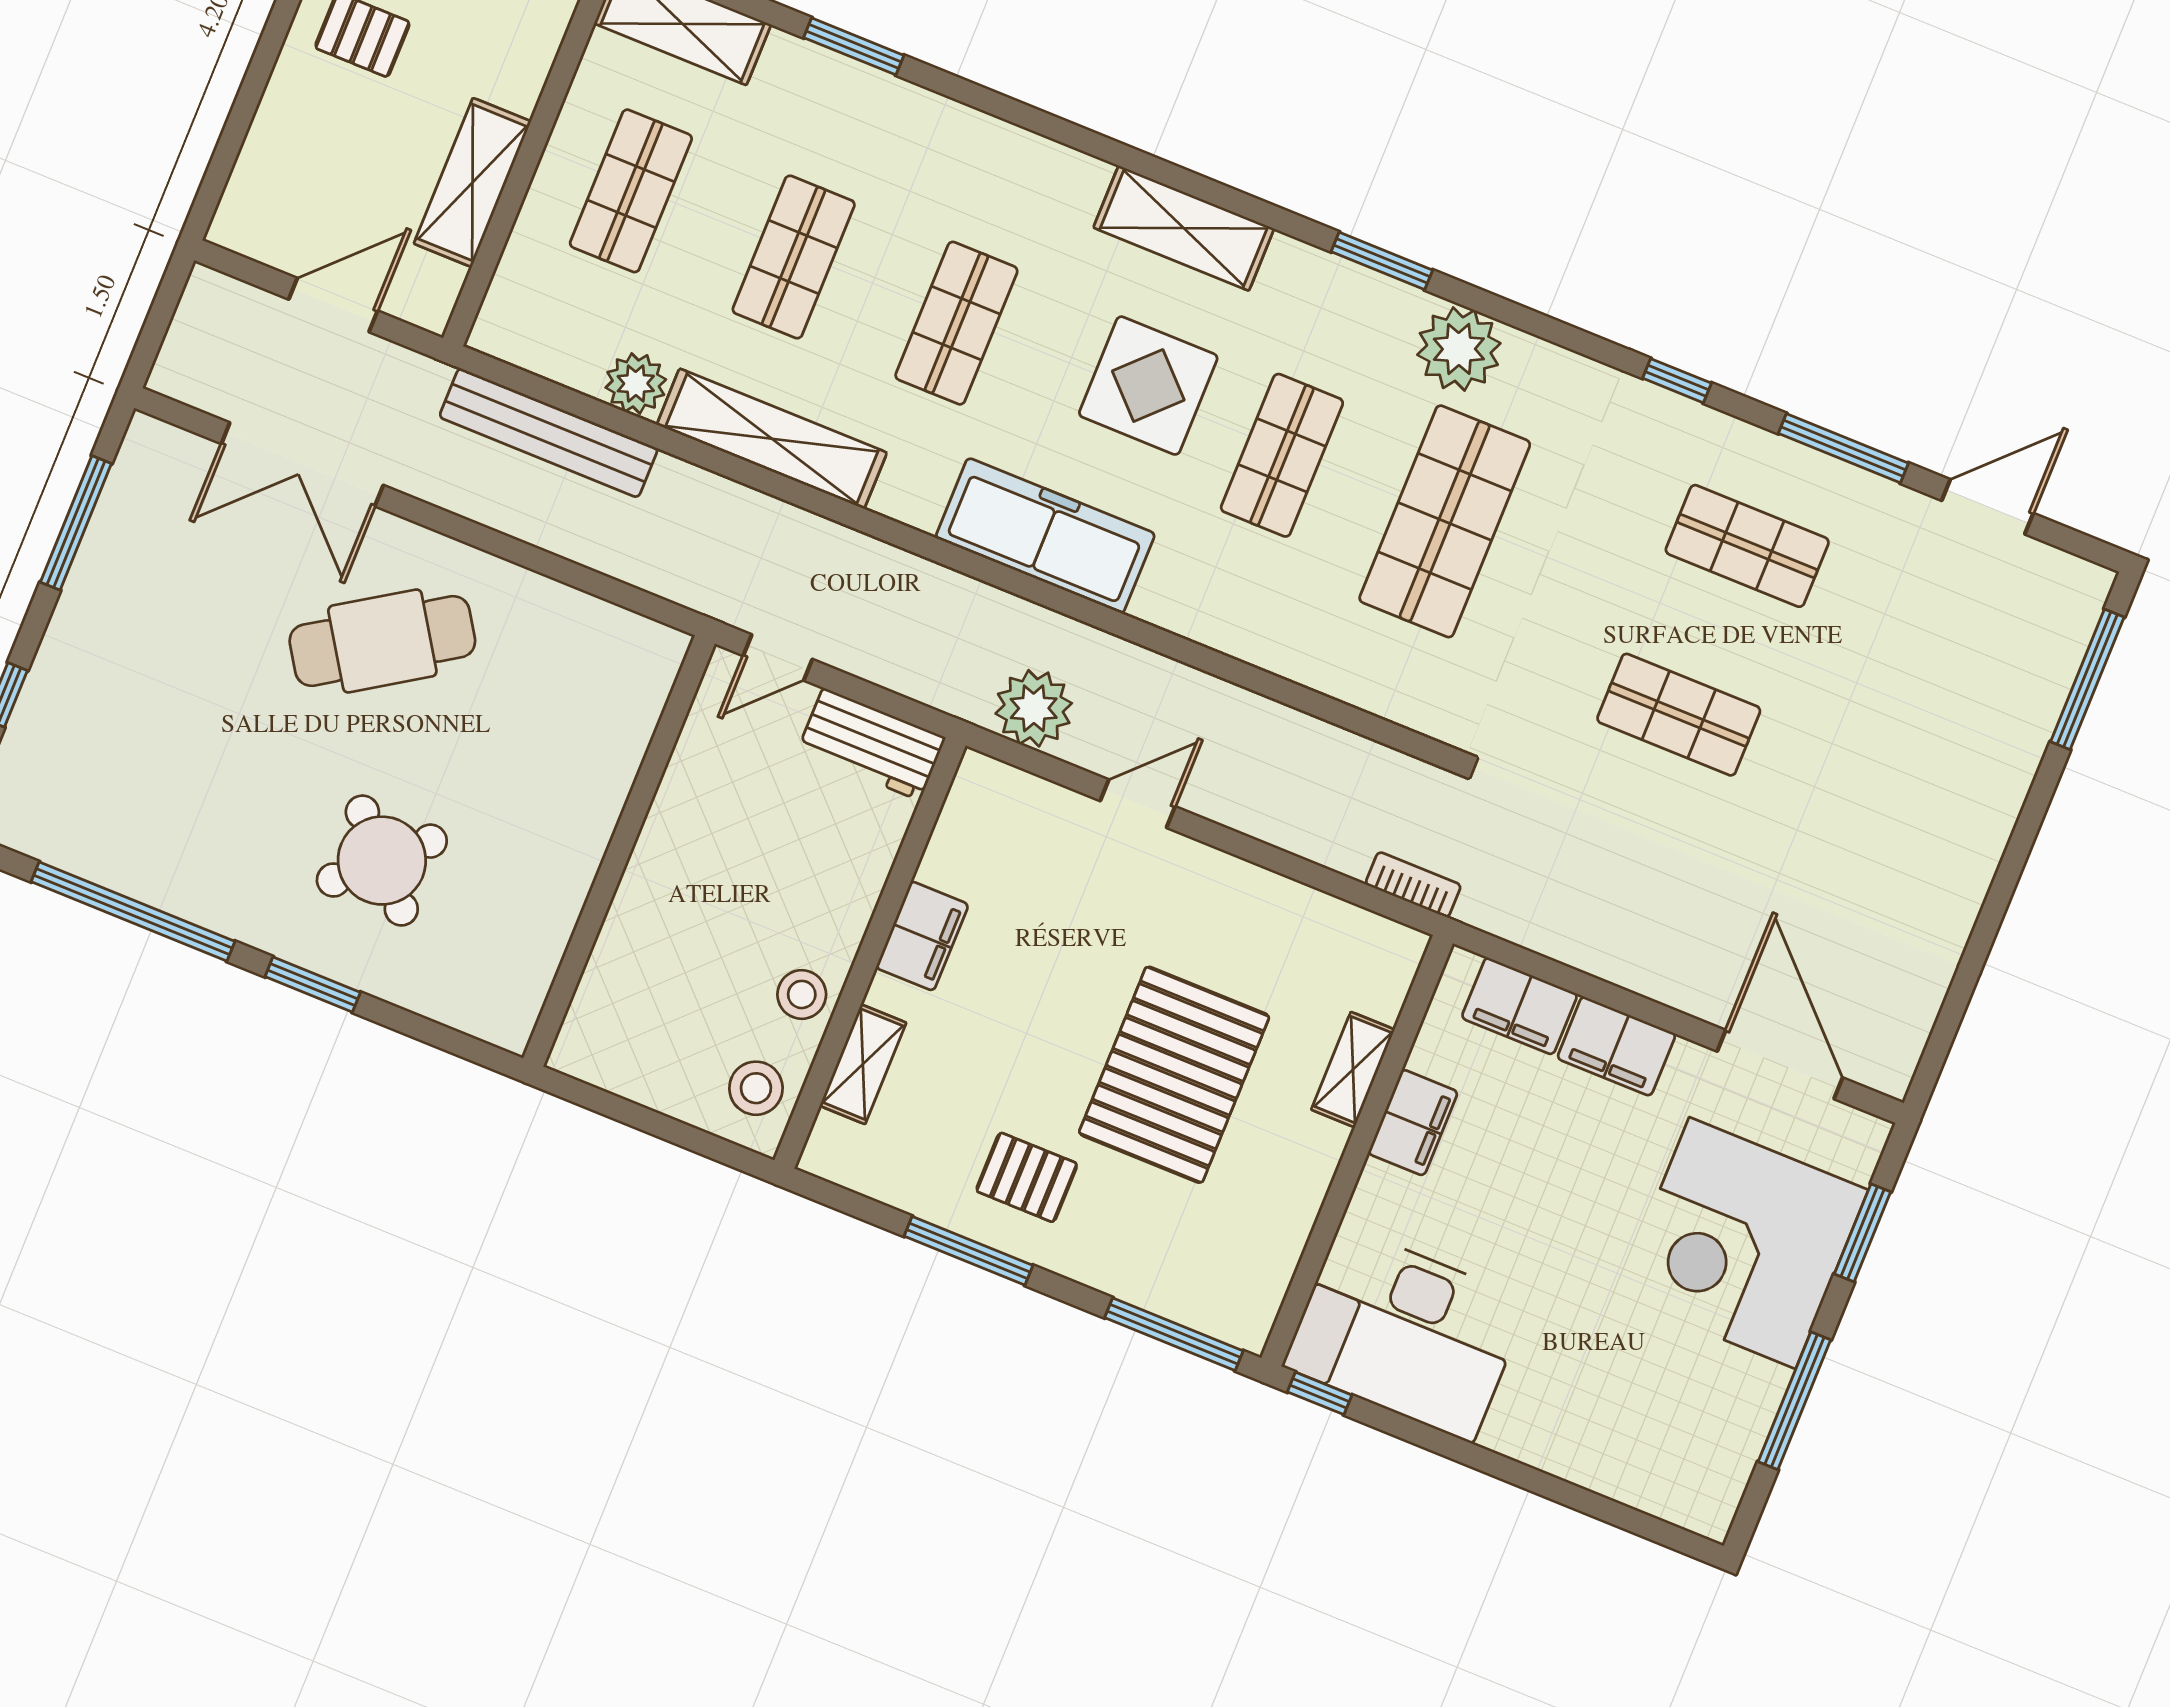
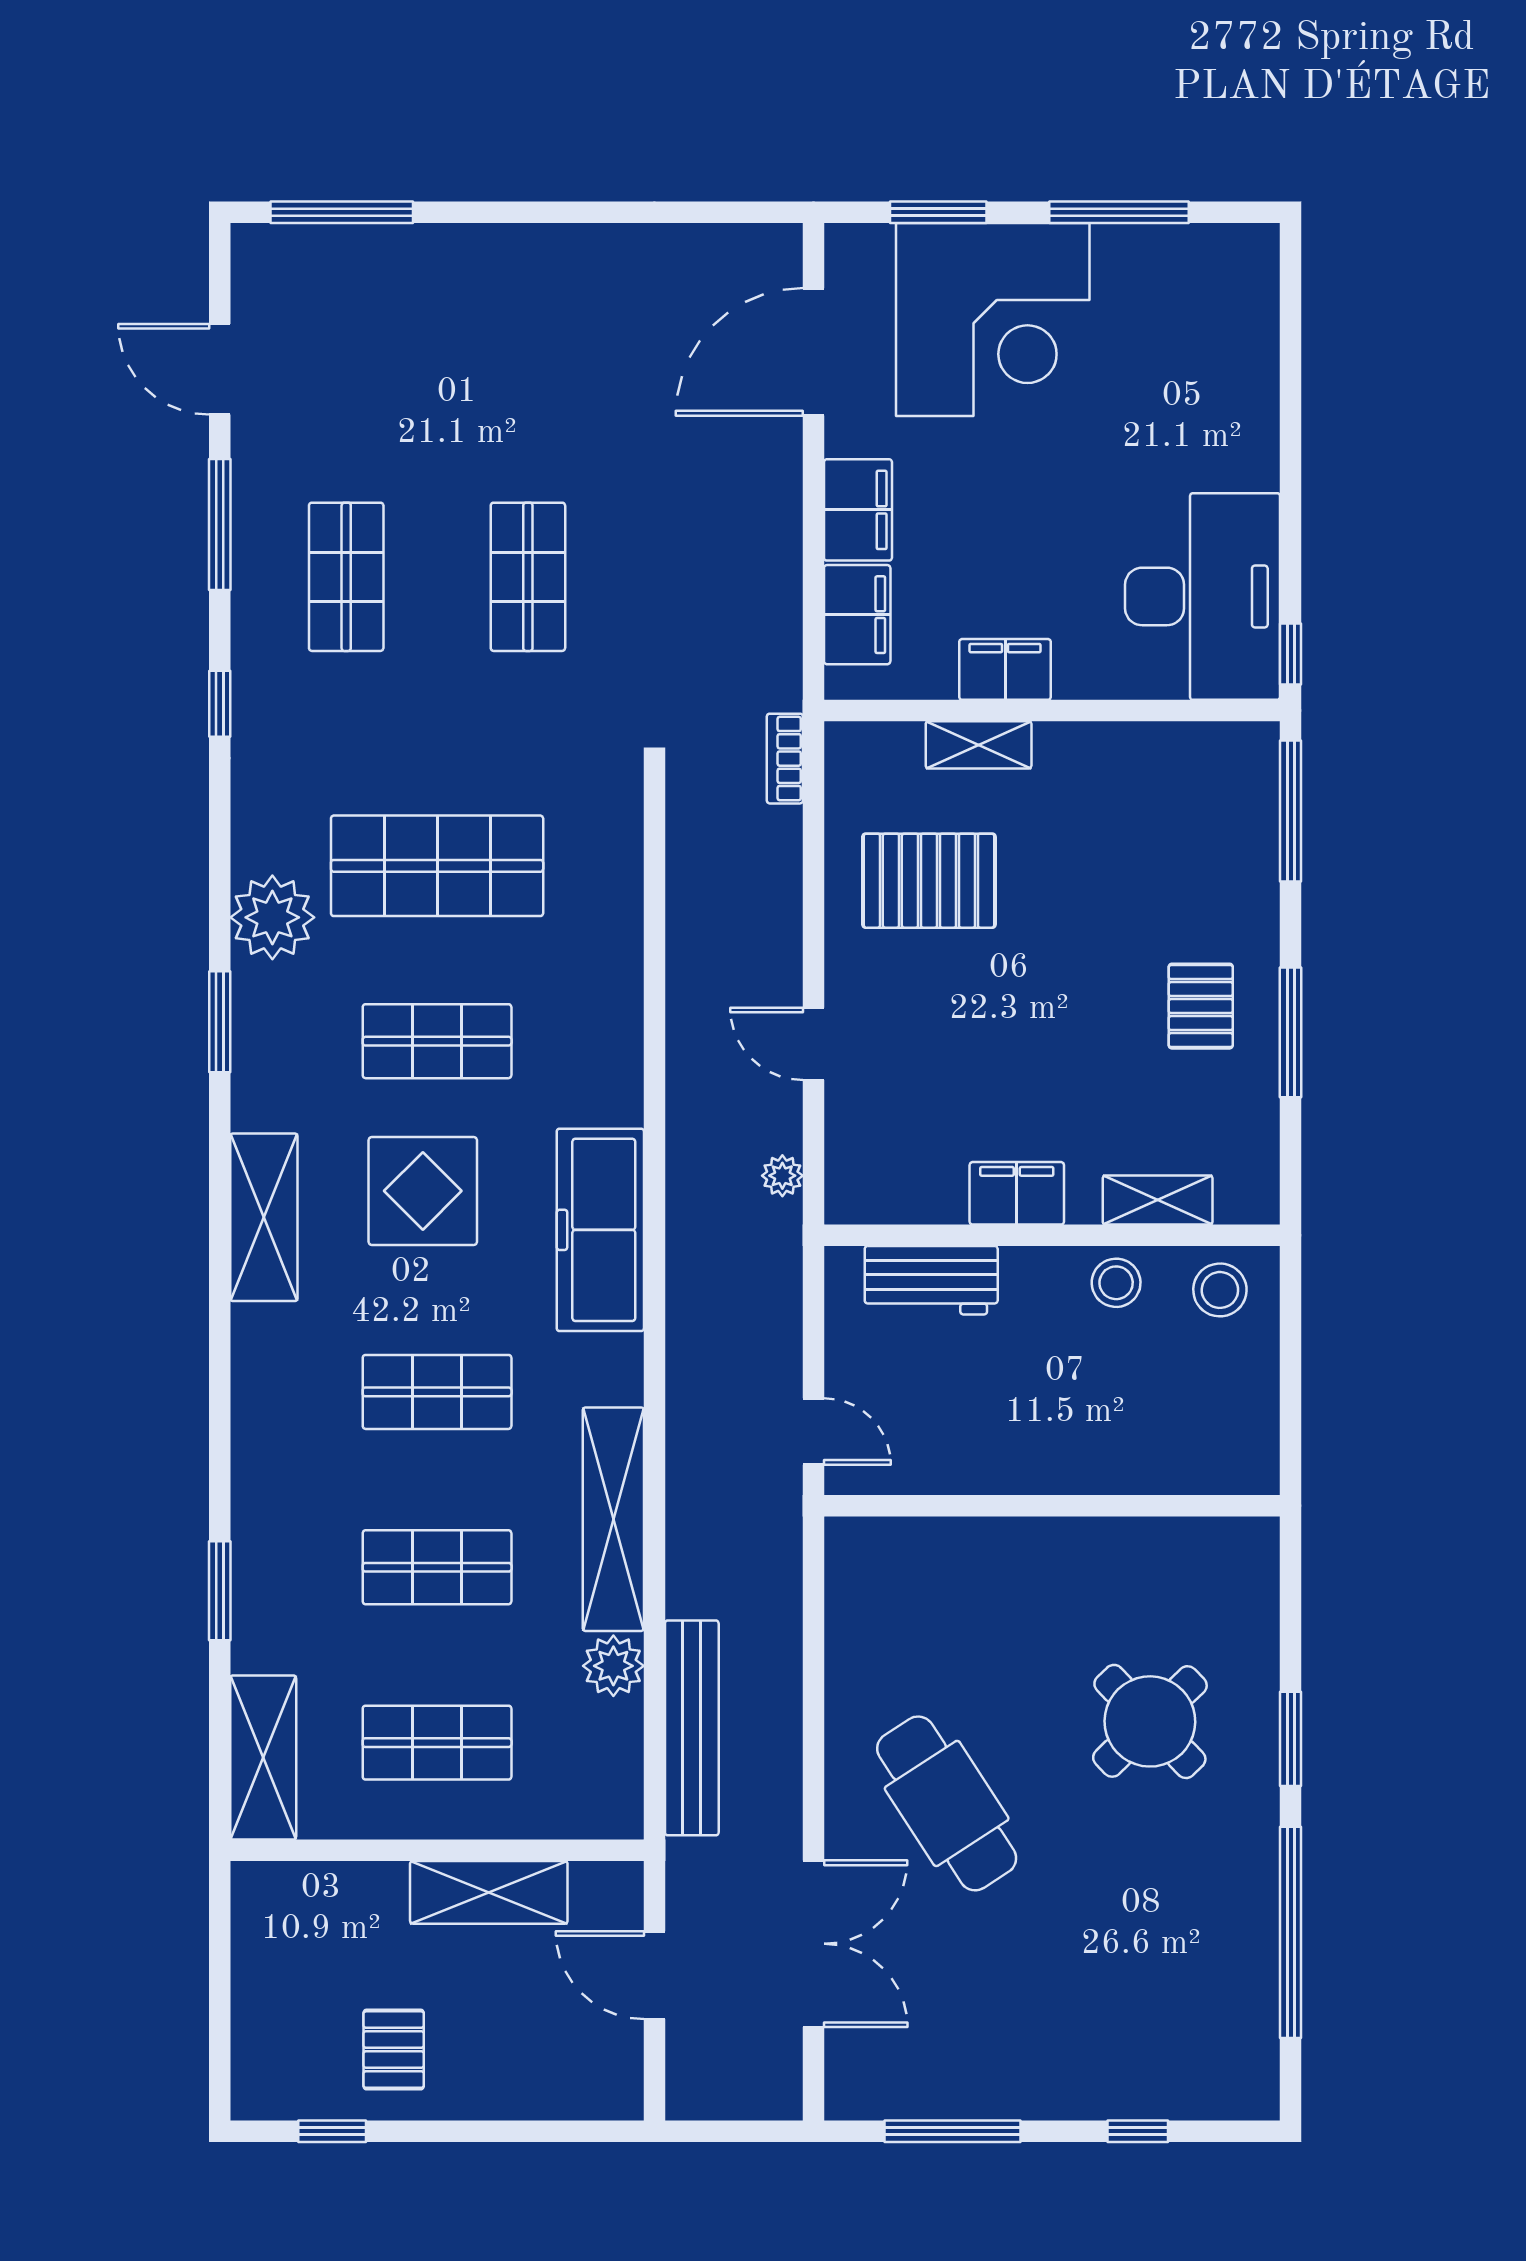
plant: (1034, 708) -> (782, 1176), width x0.53, depth x0.53
workbench: (872, 744) -> (931, 1280), moved, turned 90
pallet: (1174, 1075) -> (929, 881), moved, width x0.73, depth x0.71

